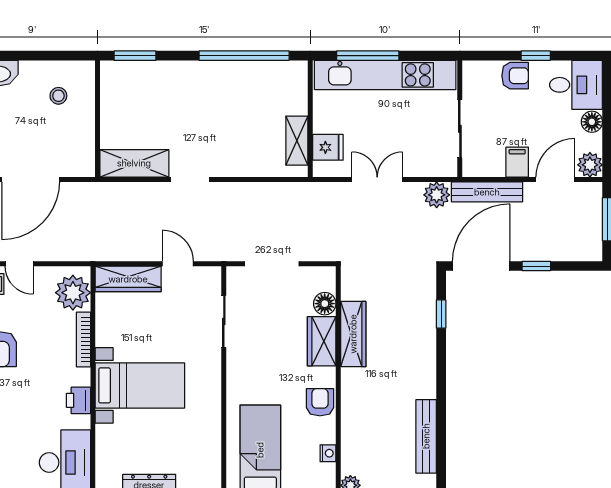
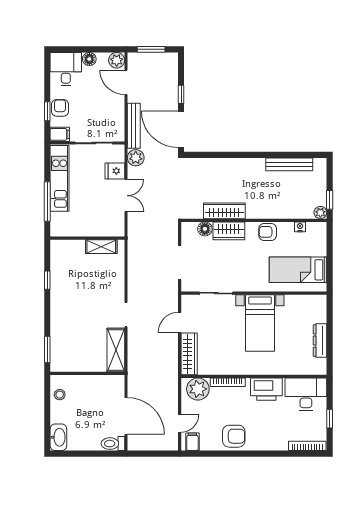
window: (244, 56) -> (47, 280), width x0.32
window: (536, 56) -> (47, 111), moved
kitchen unit: (385, 75) -> (60, 178), width x0.73
stool: (58, 96) -> (60, 395), moved
fridge: (328, 147) -> (115, 171), moved, turned -90
filing cabinet: (517, 162) -> (60, 134), moved, turned 180
double door: (377, 180) -> (126, 196), swing flipped
window: (441, 314) -> (212, 155), removed
bed with nightstands: (140, 385) -> (260, 323), moved, turned 180
printer: (78, 400) -> (266, 389), width x1.87, depth x1.48

